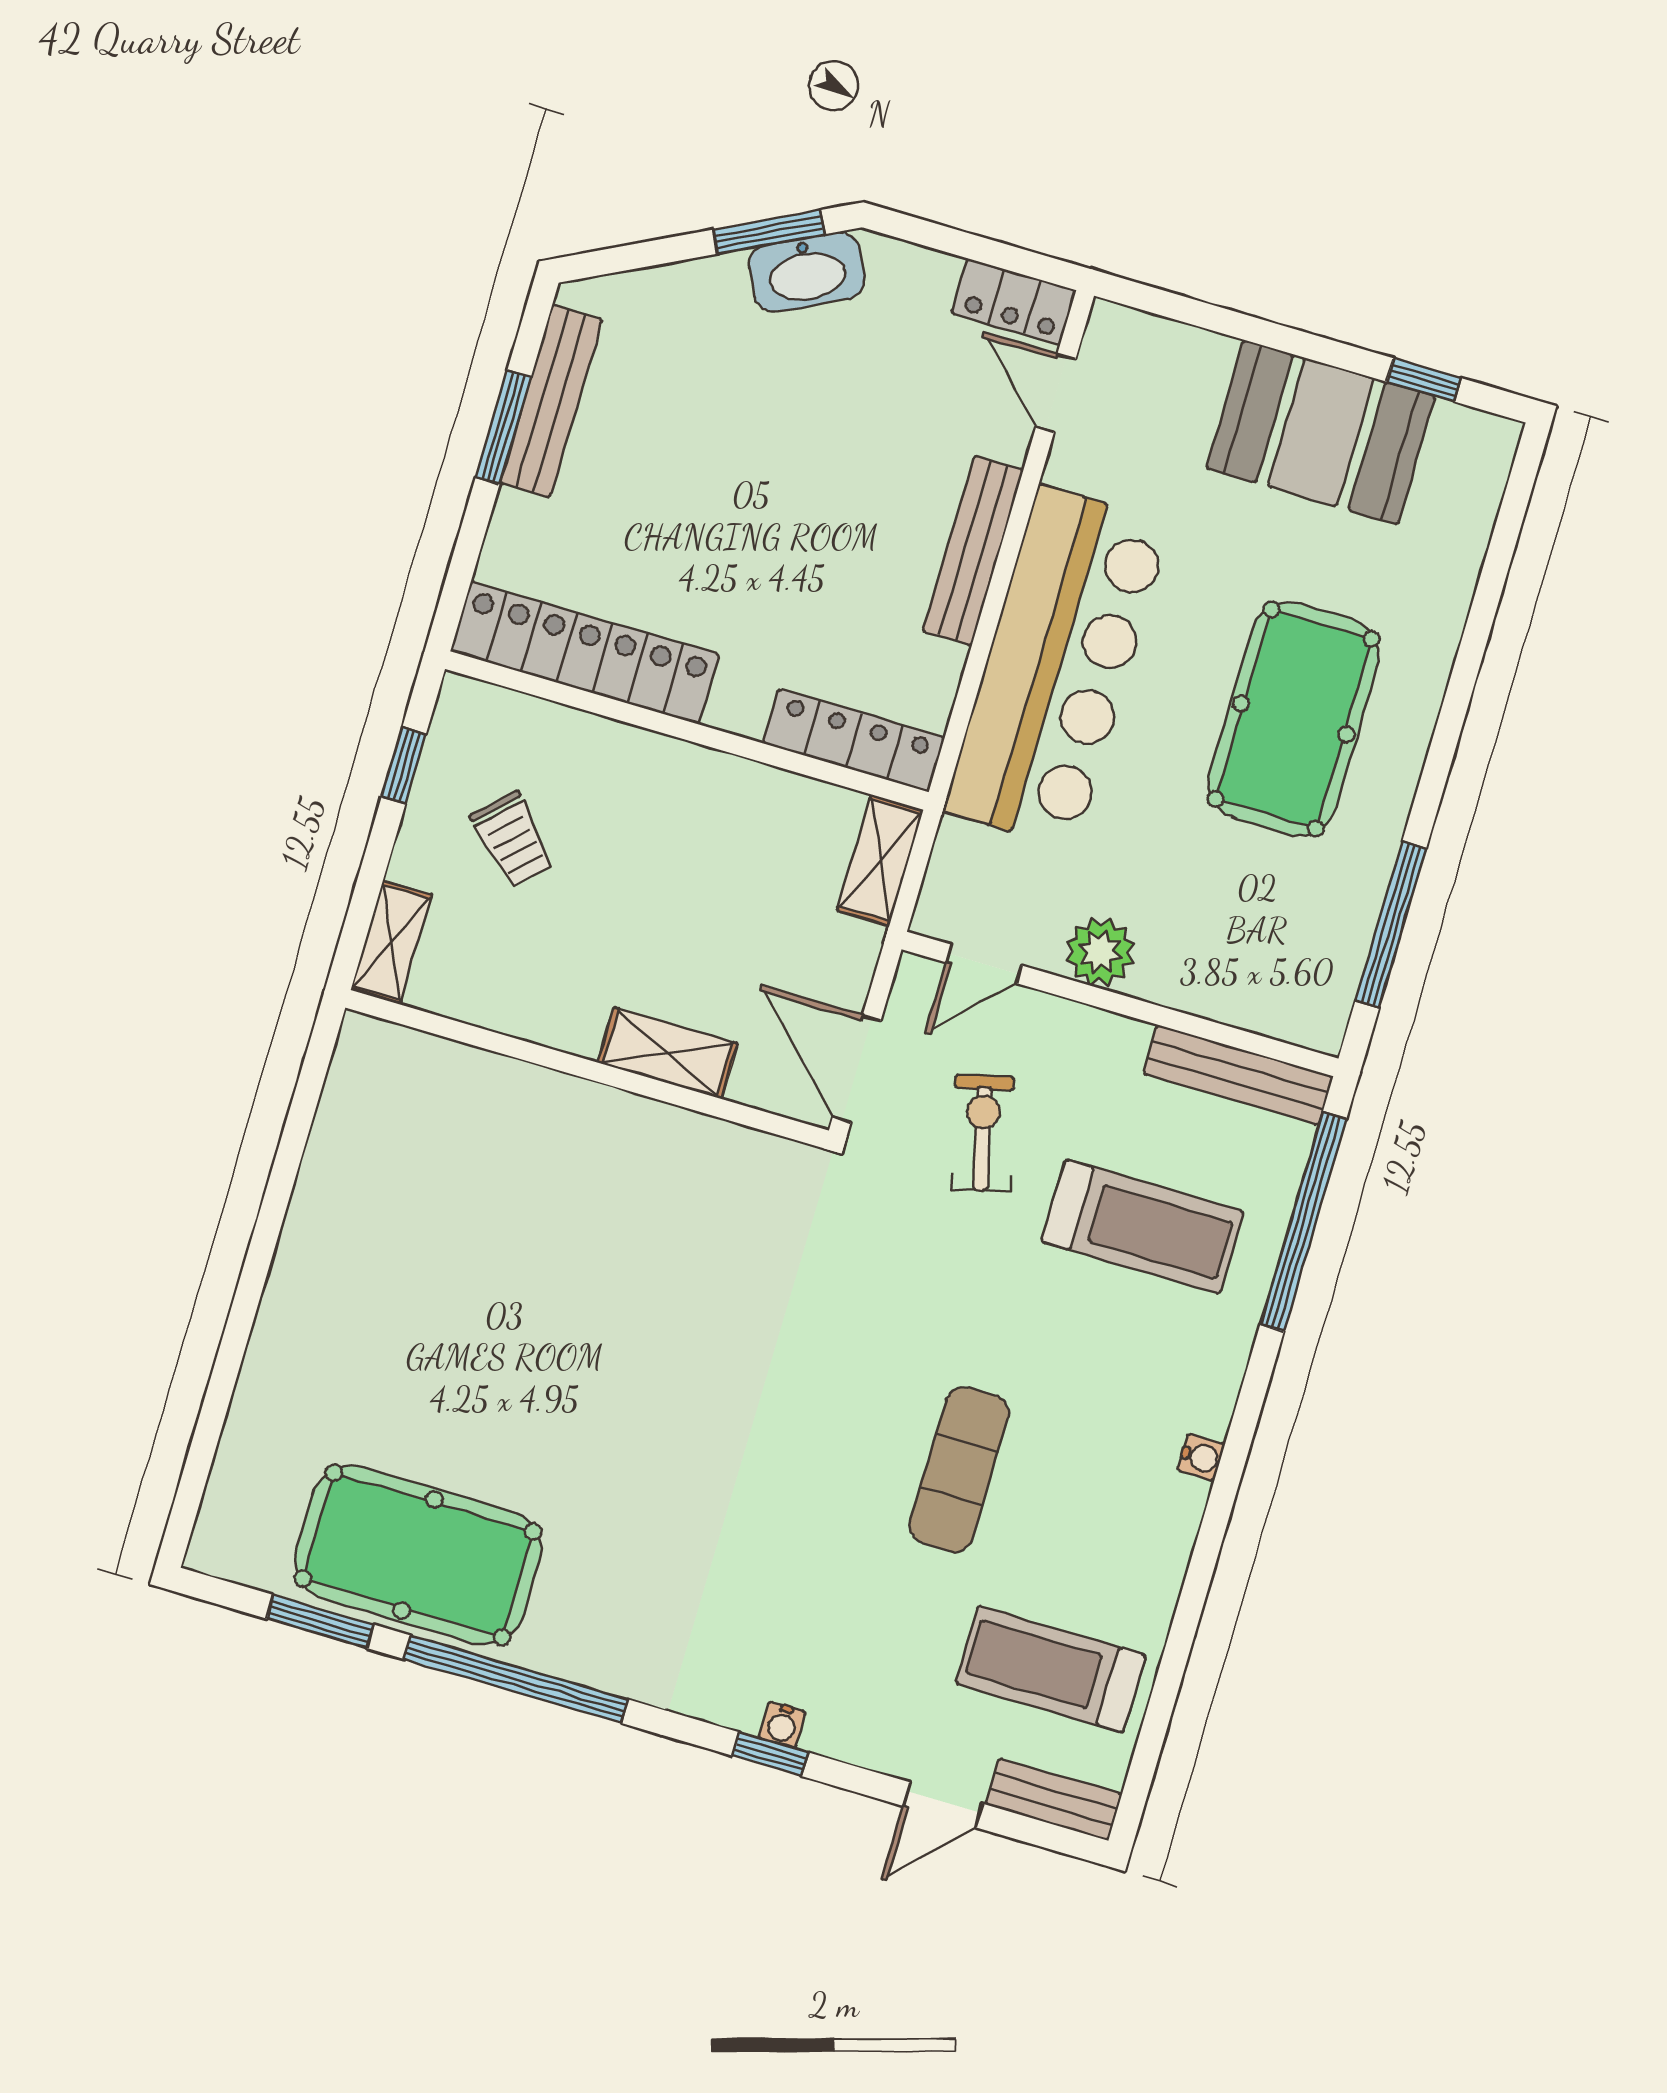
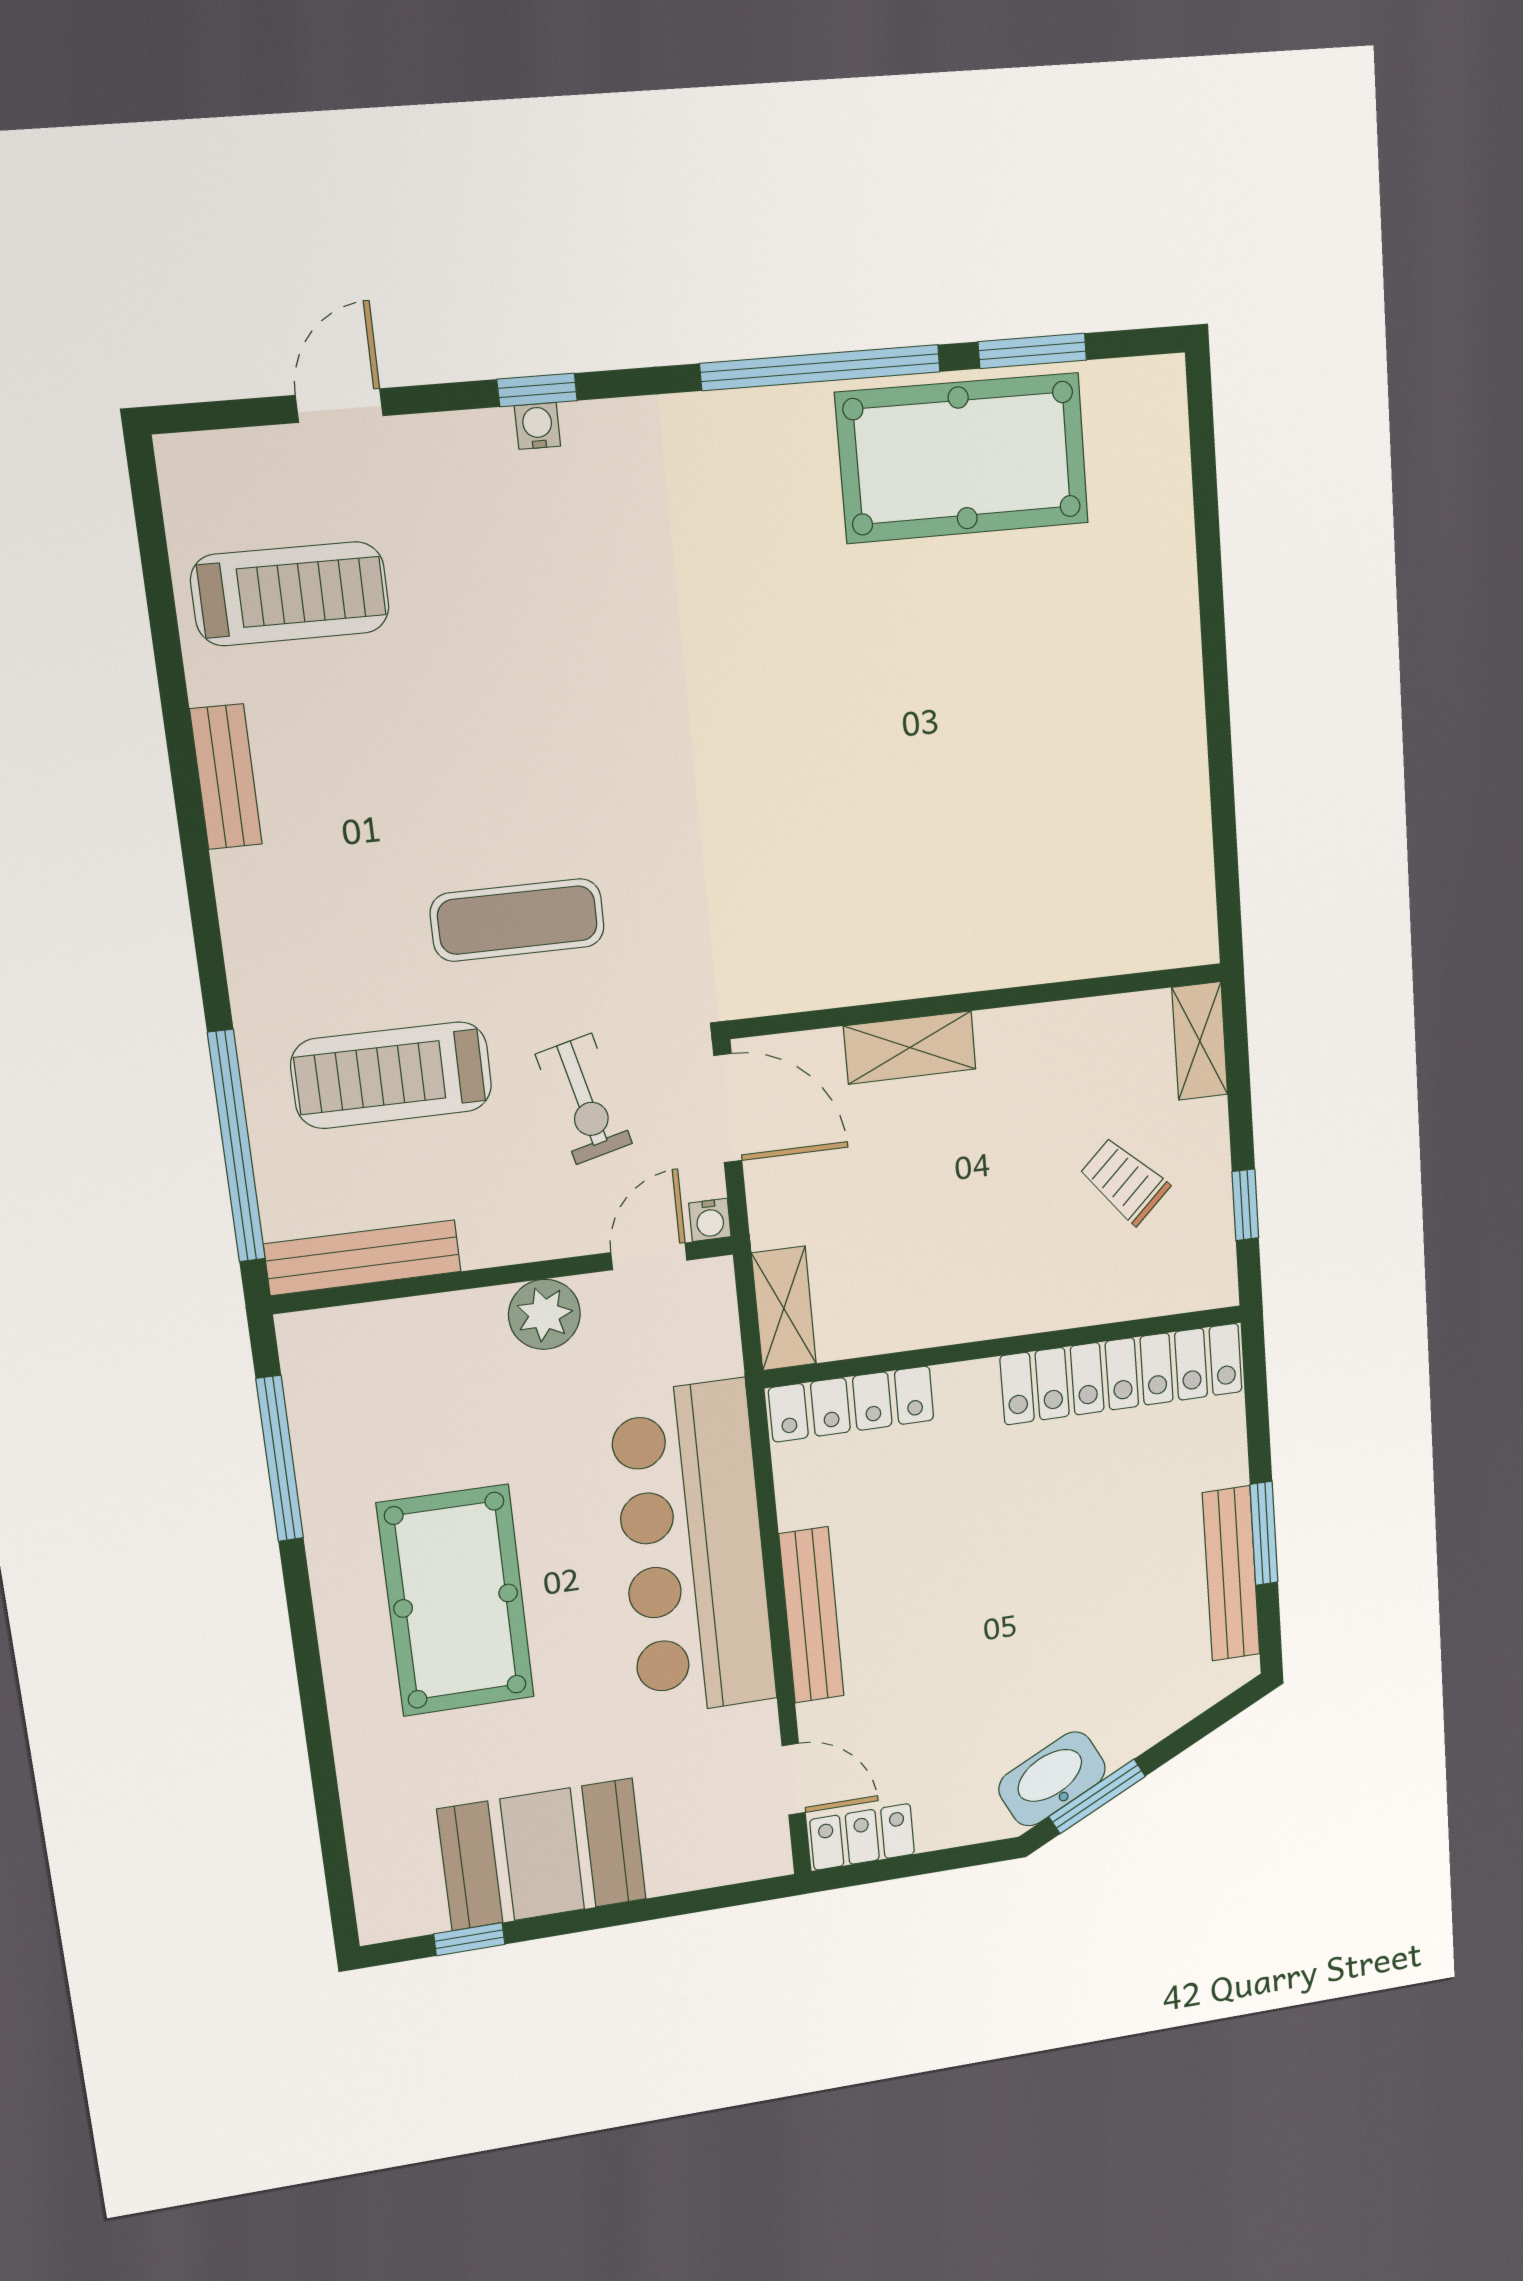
water cooler: (1201, 1457) -> (710, 1220), moved, turned -90
exercise mat: (959, 1469) -> (517, 920), moved, turned 90
bench: (1054, 1799) -> (226, 777), moved, turned 90

